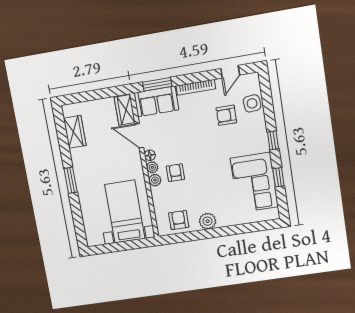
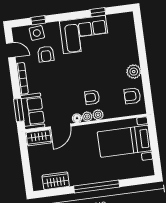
window: (273, 140) -> (38, 20), moved
window: (71, 180) -> (97, 187), width x2.11
corner sofa: (254, 182) -> (84, 35), moved

